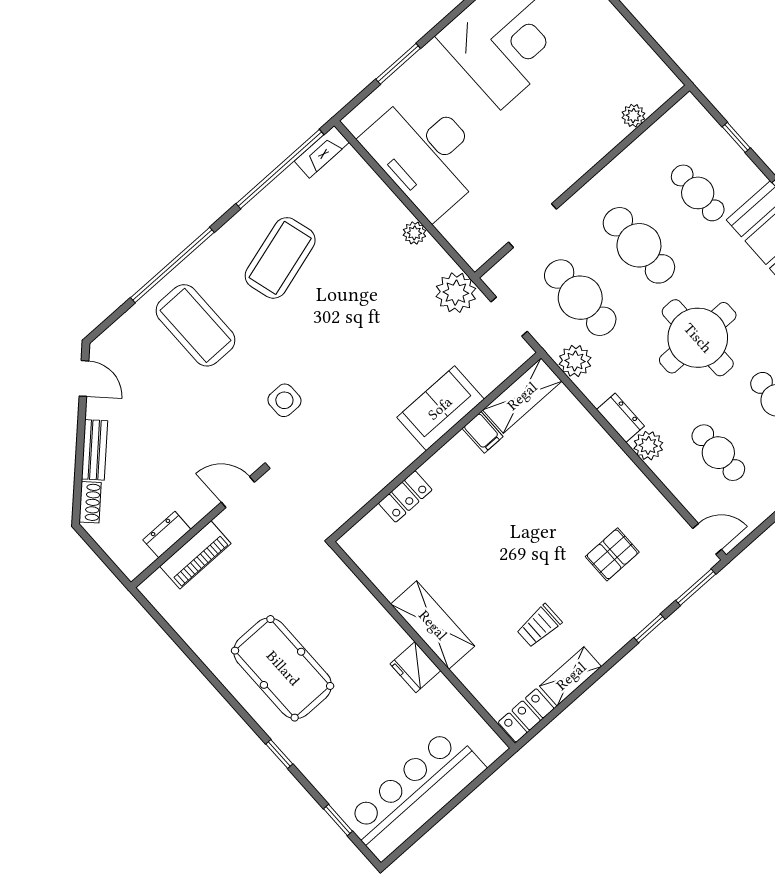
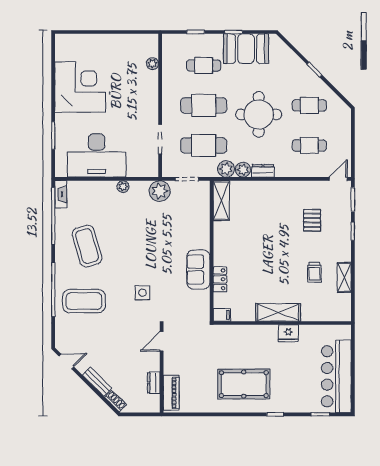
sofa: (440, 408) -> (198, 270), moved
filing cabinet: (483, 432) -> (222, 315), moved
plant: (648, 446) -> (243, 170), moved
piano: (195, 555) -> (171, 393), moved
locker: (526, 715) -> (344, 307), removed

